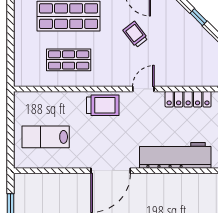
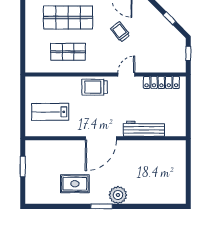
trolley: (103, 105) -> (95, 87), turned 180
workbench: (175, 155) -> (144, 129), width x0.73, depth x0.76

